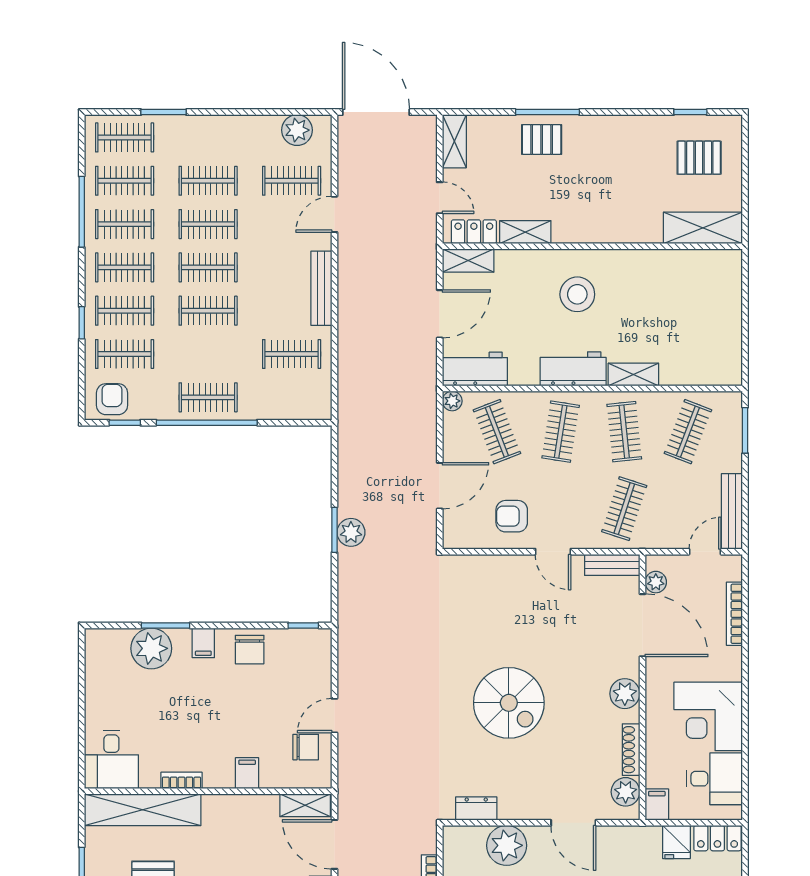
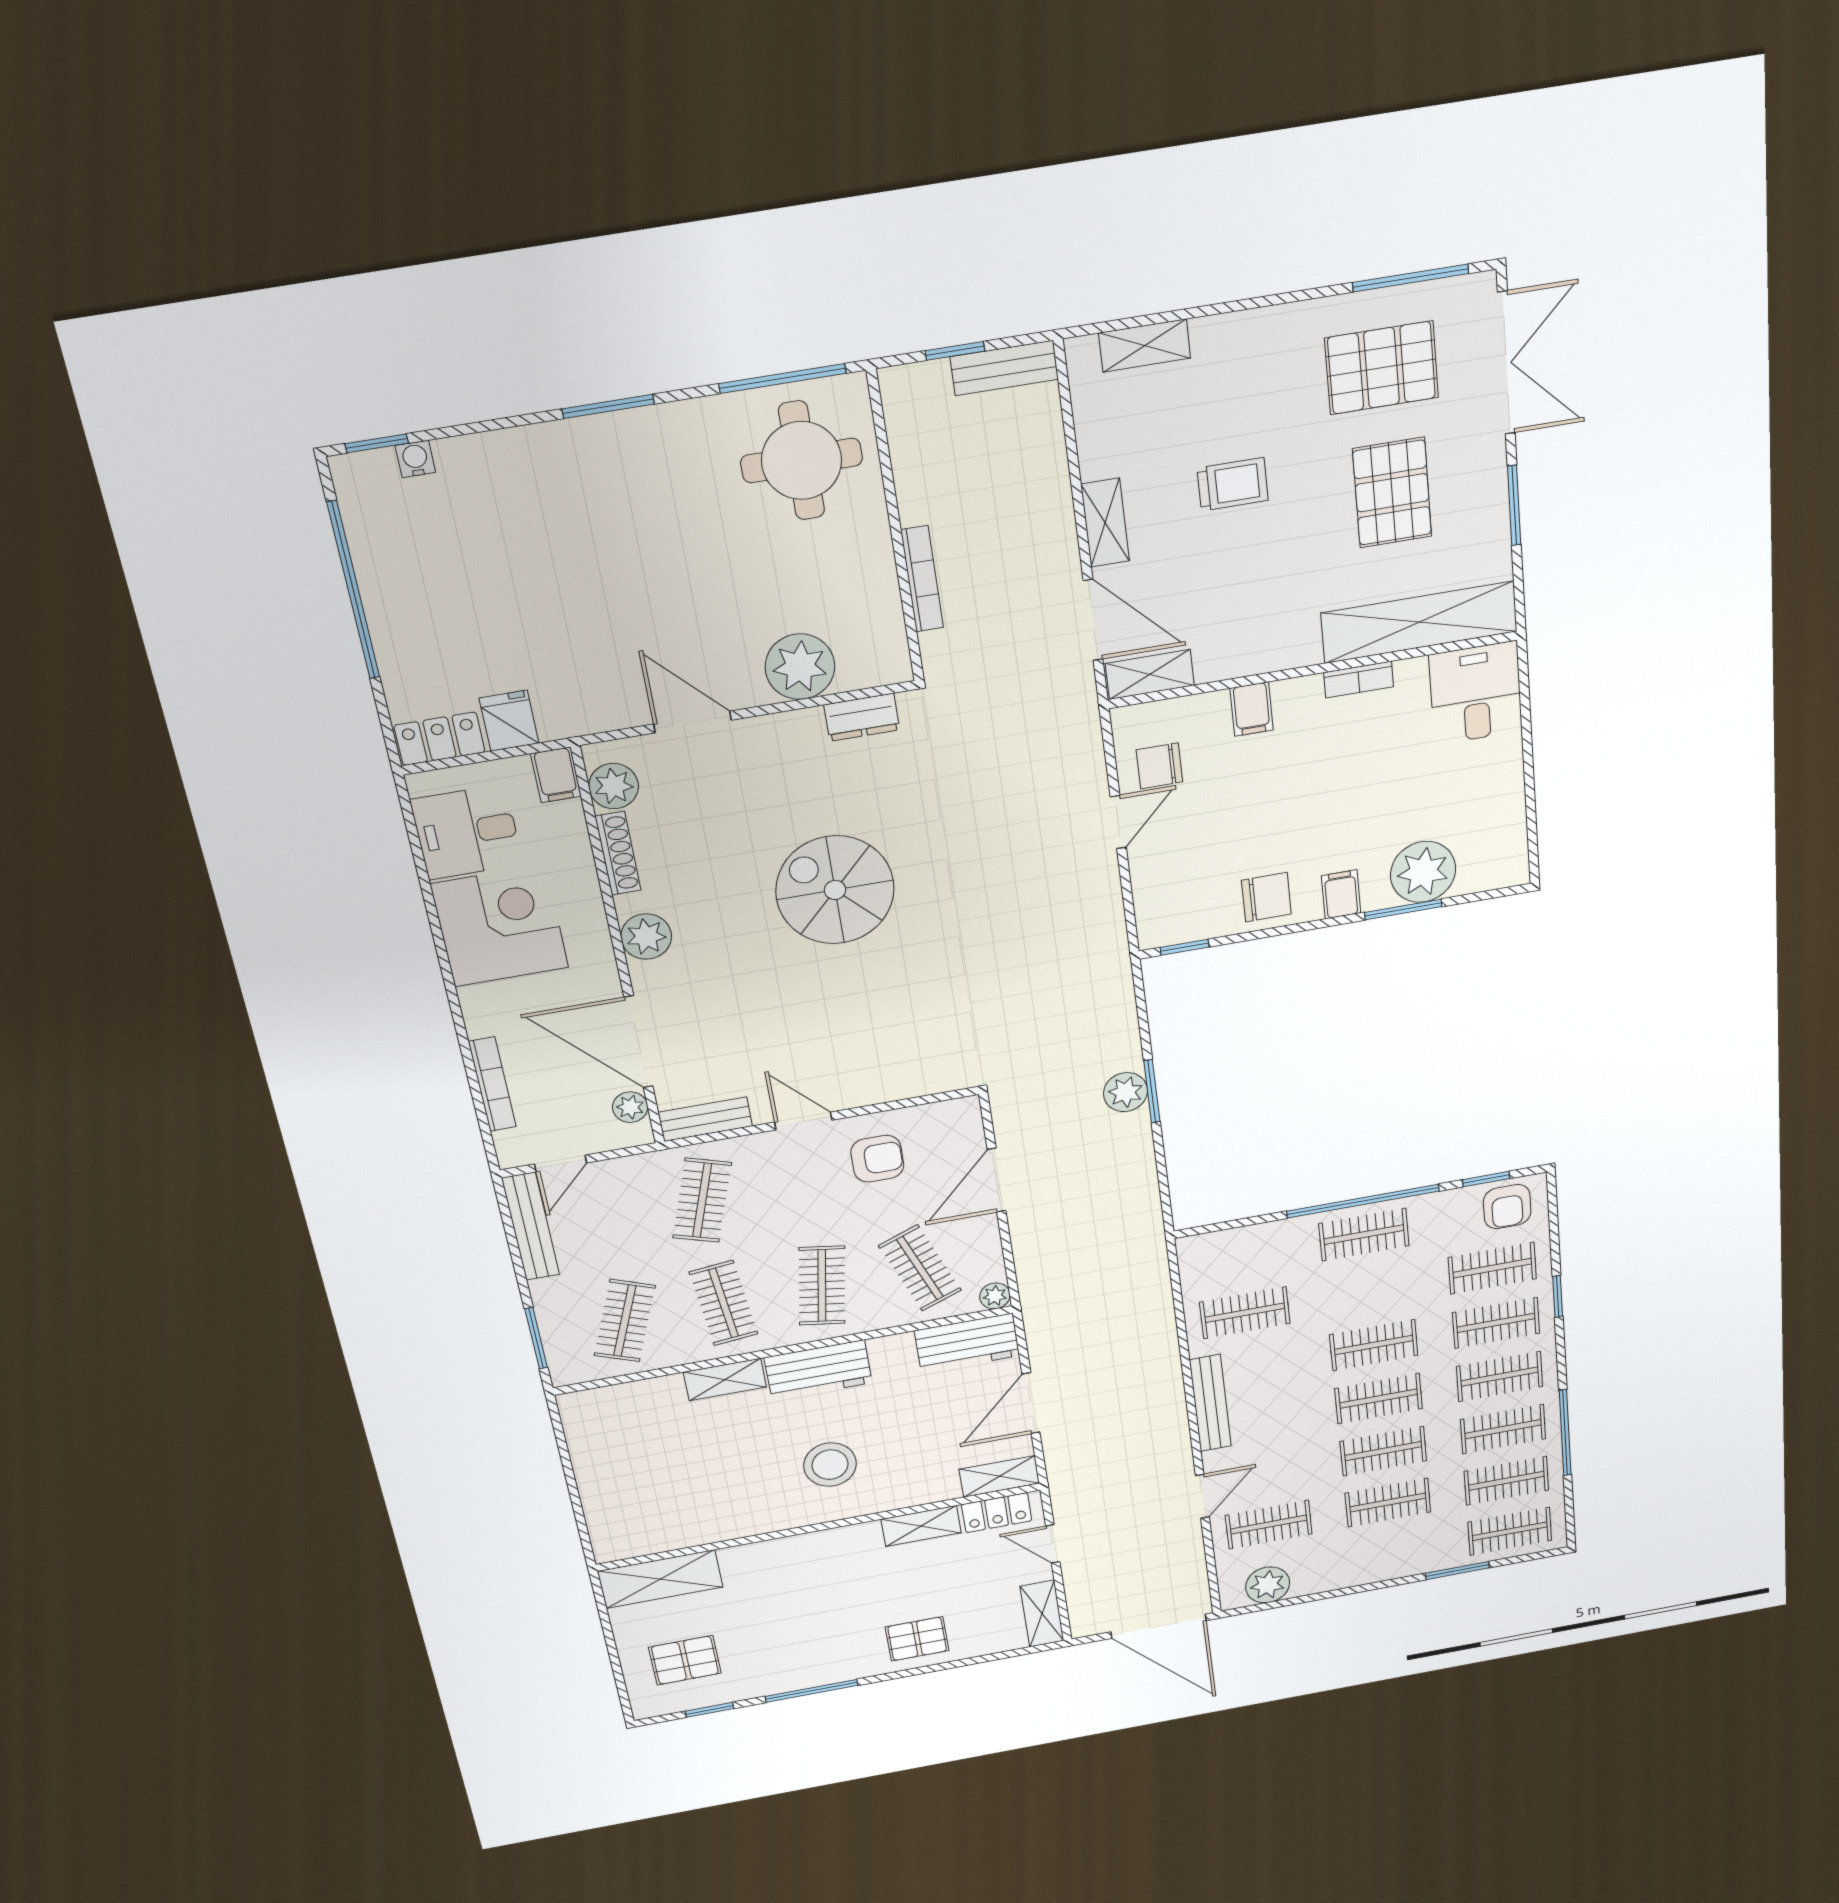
window: (547, 112) -> (812, 1691), moved
chair: (250, 650) -> (1266, 897), turned 90

